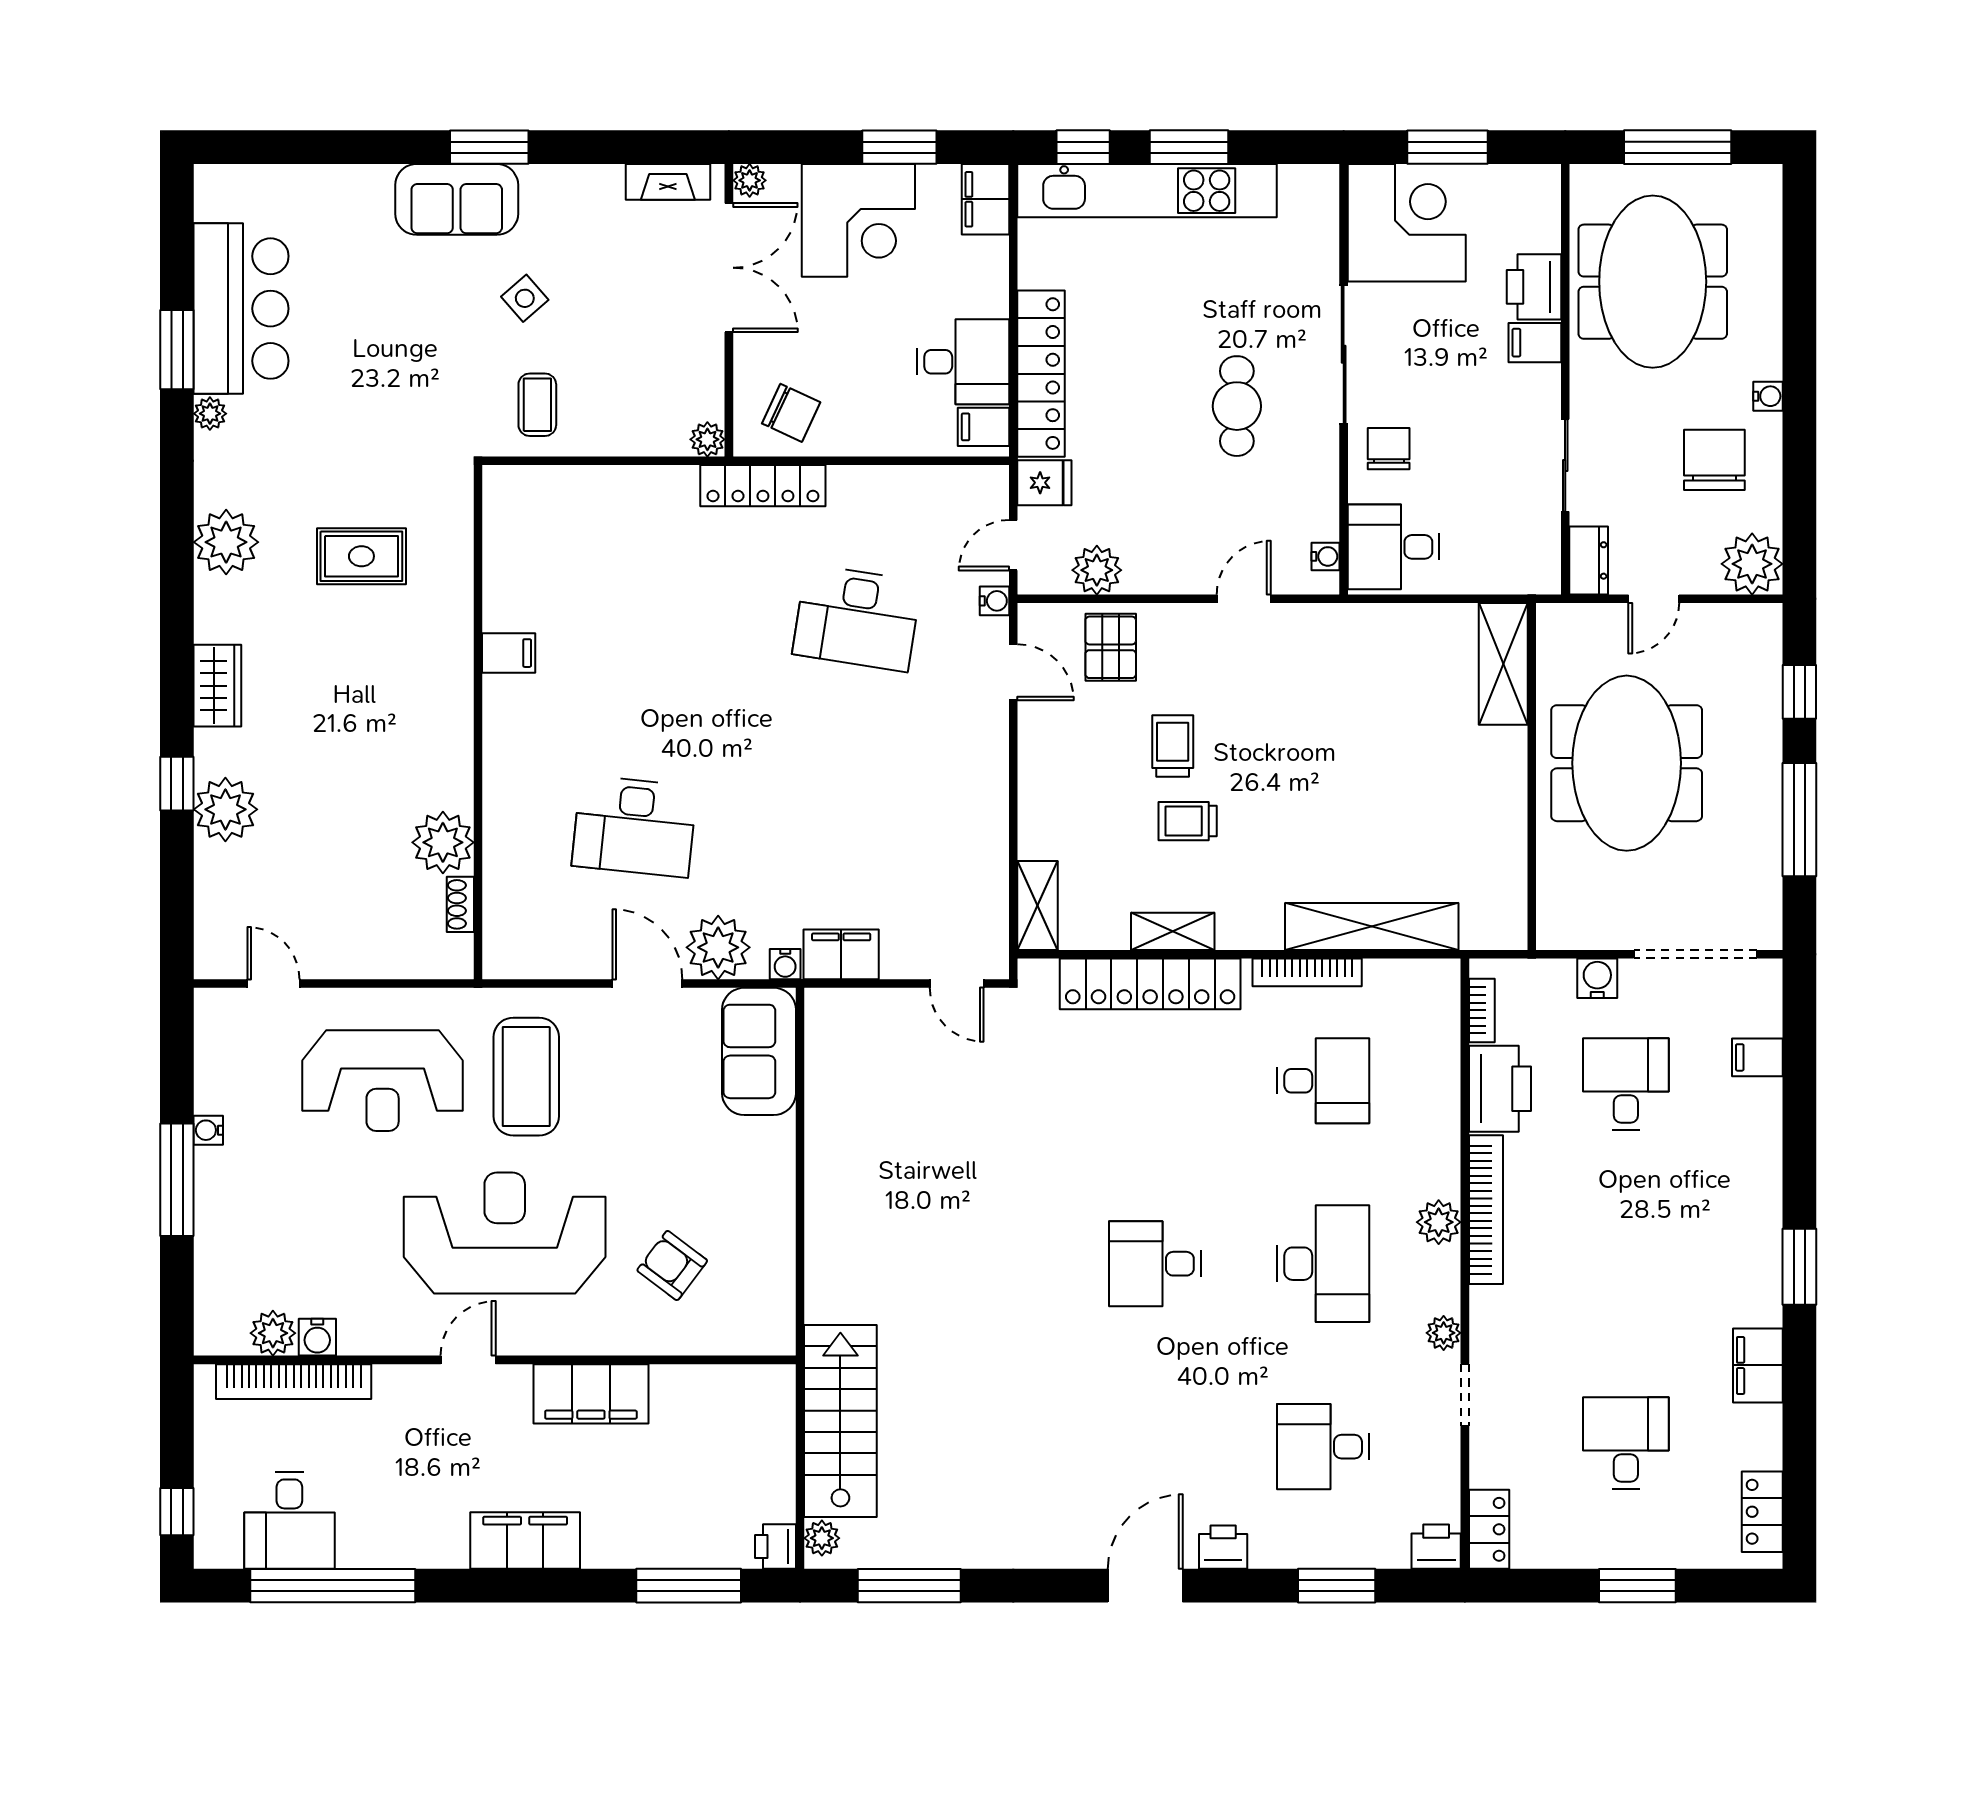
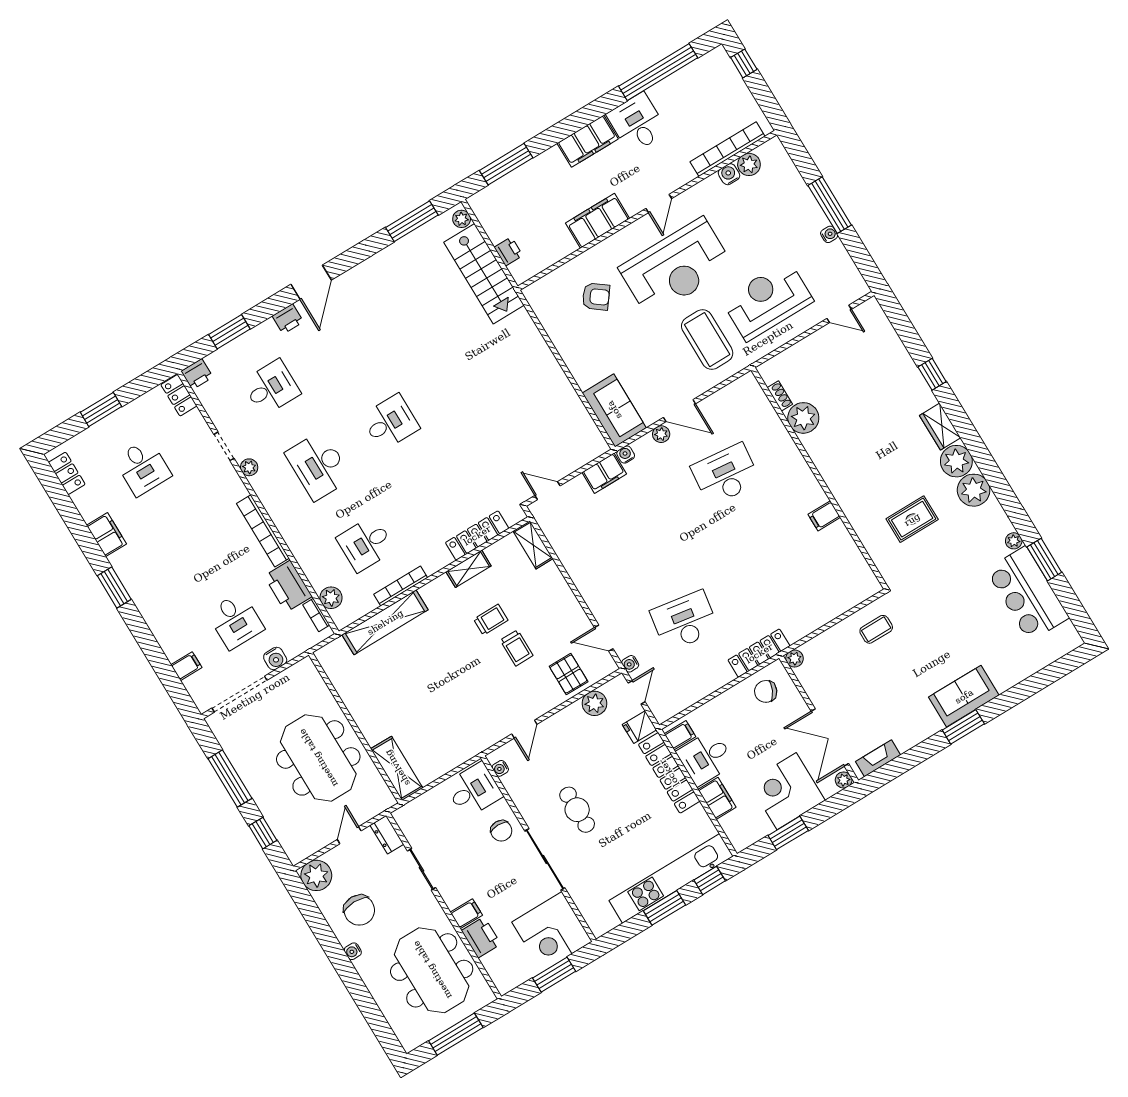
filing cabinet: (985, 199) -> (717, 798), moved
side table: (525, 298) -> (909, 672), removed
coffee table: (537, 405) -> (876, 629), turned 90
plant: (225, 809) -> (956, 461), moved
plant: (718, 947) -> (661, 434), width x0.53, depth x0.53
locker: (1150, 984) -> (477, 535), width x0.71, depth x0.83
plant: (1439, 1222) -> (331, 598), moved
desk: (289, 1520) -> (637, 123), moved
printer: (775, 1547) -> (508, 251), moved

